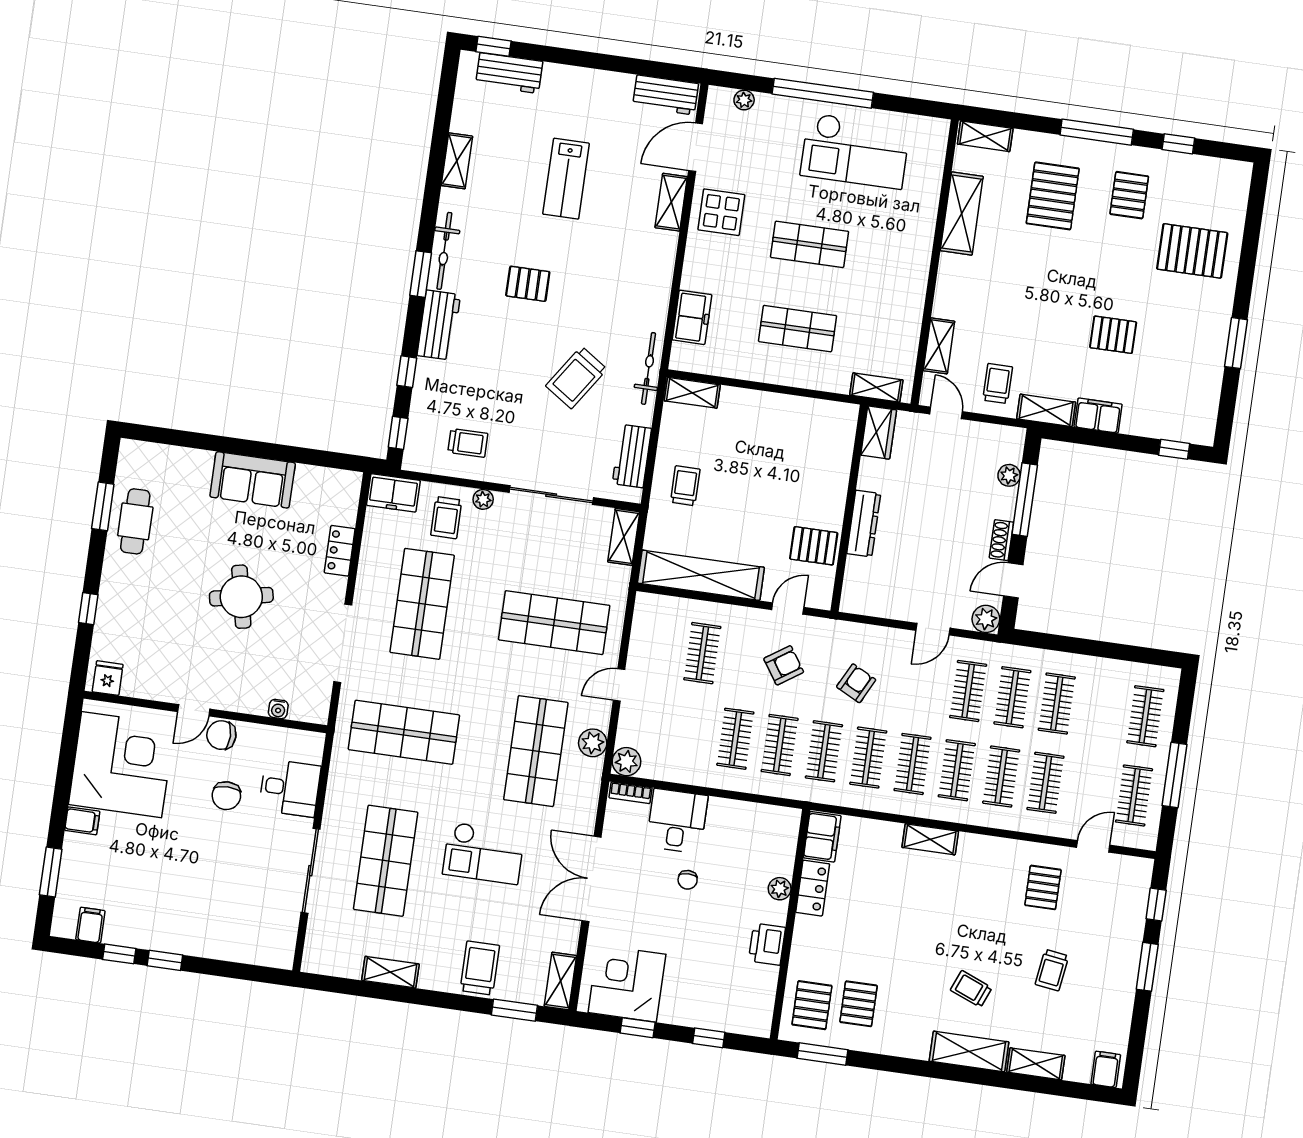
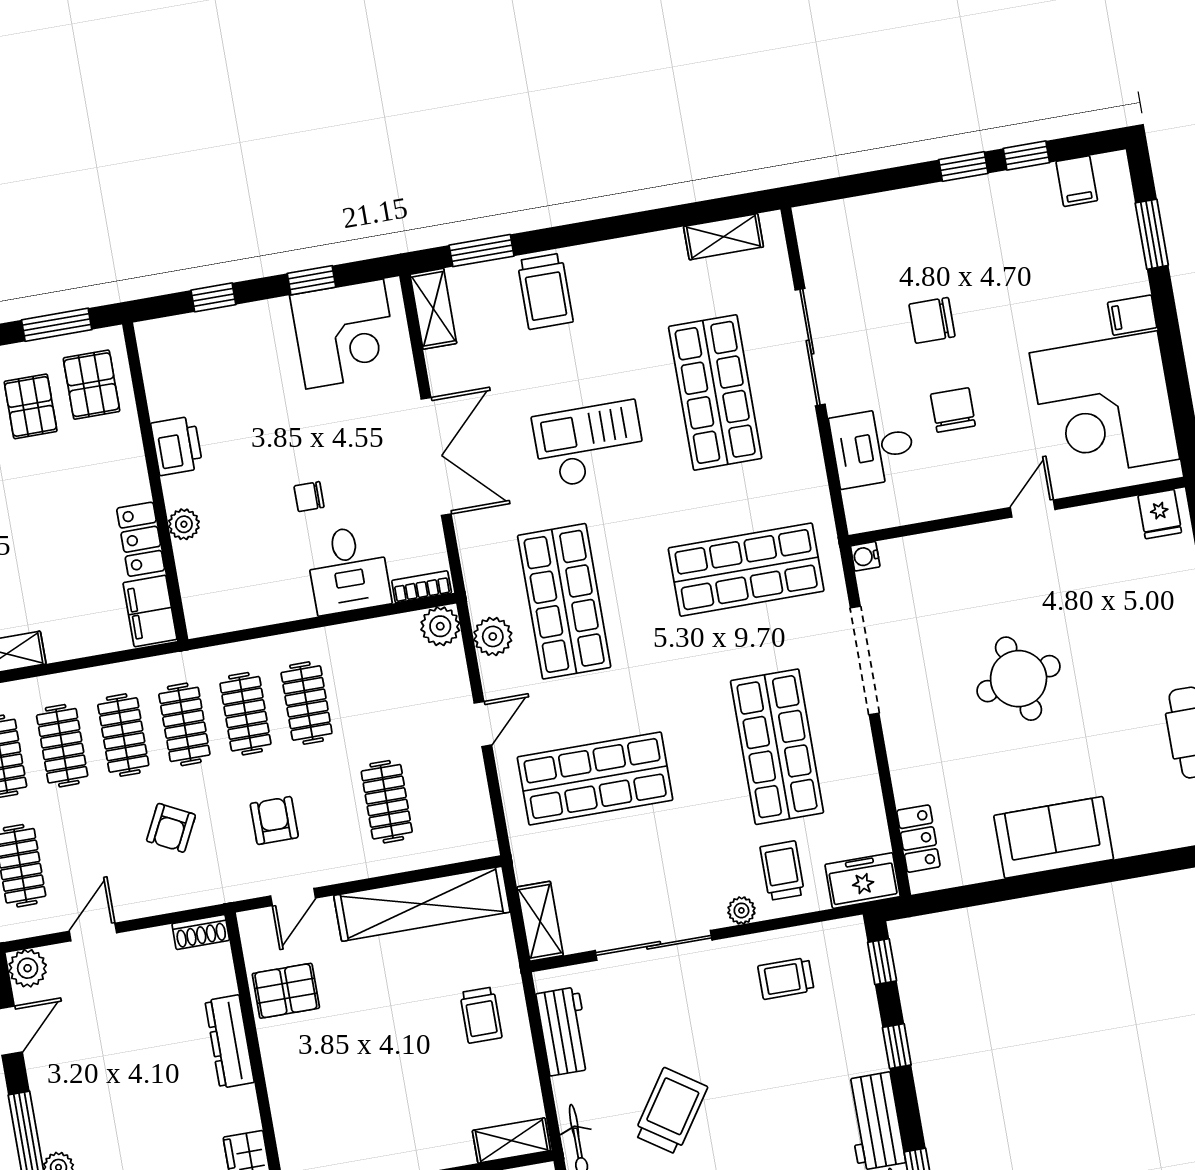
shoe rack: (1001, 540) -> (201, 932), moved, turned 90
locker: (340, 551) -> (918, 839), moved
armchair: (784, 665) -> (274, 820), turned 124
water cooler: (278, 709) -> (865, 556), moved, turned -90
chair: (221, 735) -> (932, 320), moved, turned 180
chair: (688, 880) -> (309, 497), turned -90
shelving: (390, 972) -> (723, 237), moved

